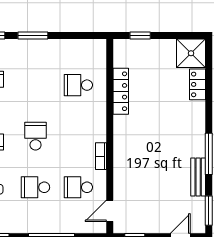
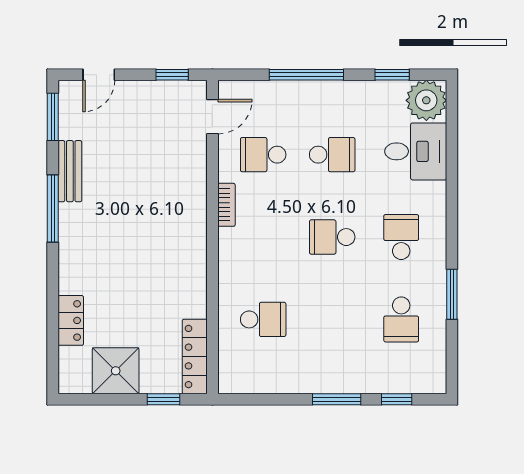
shower: (191, 53) -> (116, 371), moved
locker: (121, 91) -> (195, 357), moved
school desk: (36, 136) -> (332, 237), turned 90
school desk: (78, 187) -> (263, 155), turned 180

